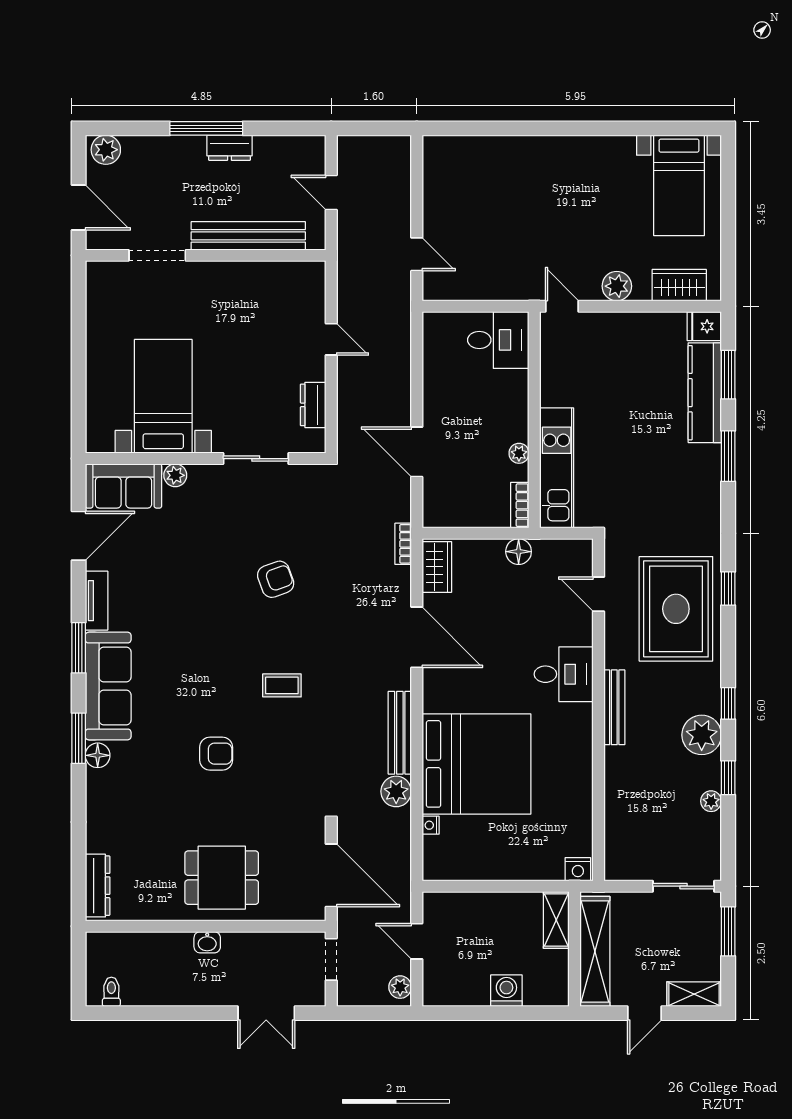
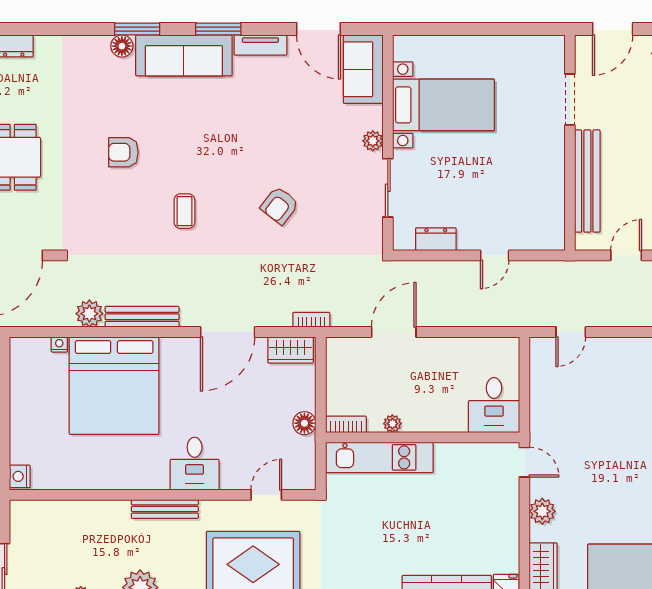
door: (562, 306) -> (524, 462), hinge flipped
plant: (175, 475) -> (373, 141), moved
armchair: (276, 579) -> (280, 206), turned 58
armchair: (216, 754) -> (123, 152), turned 90

